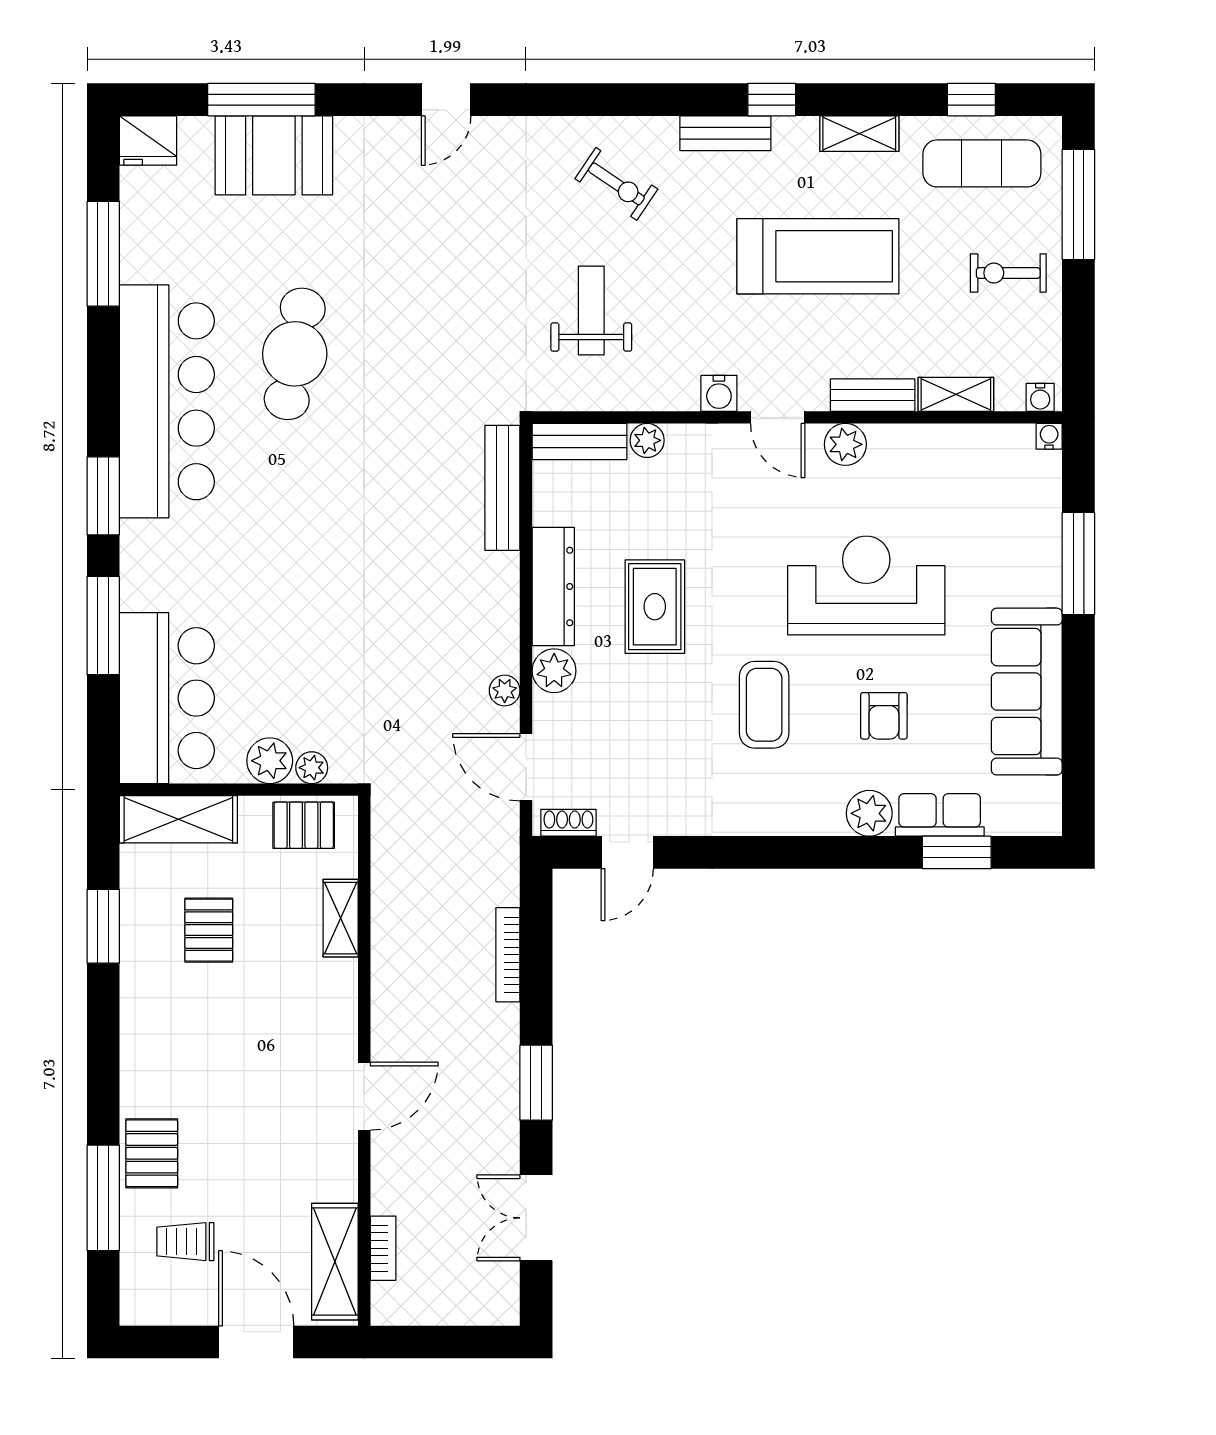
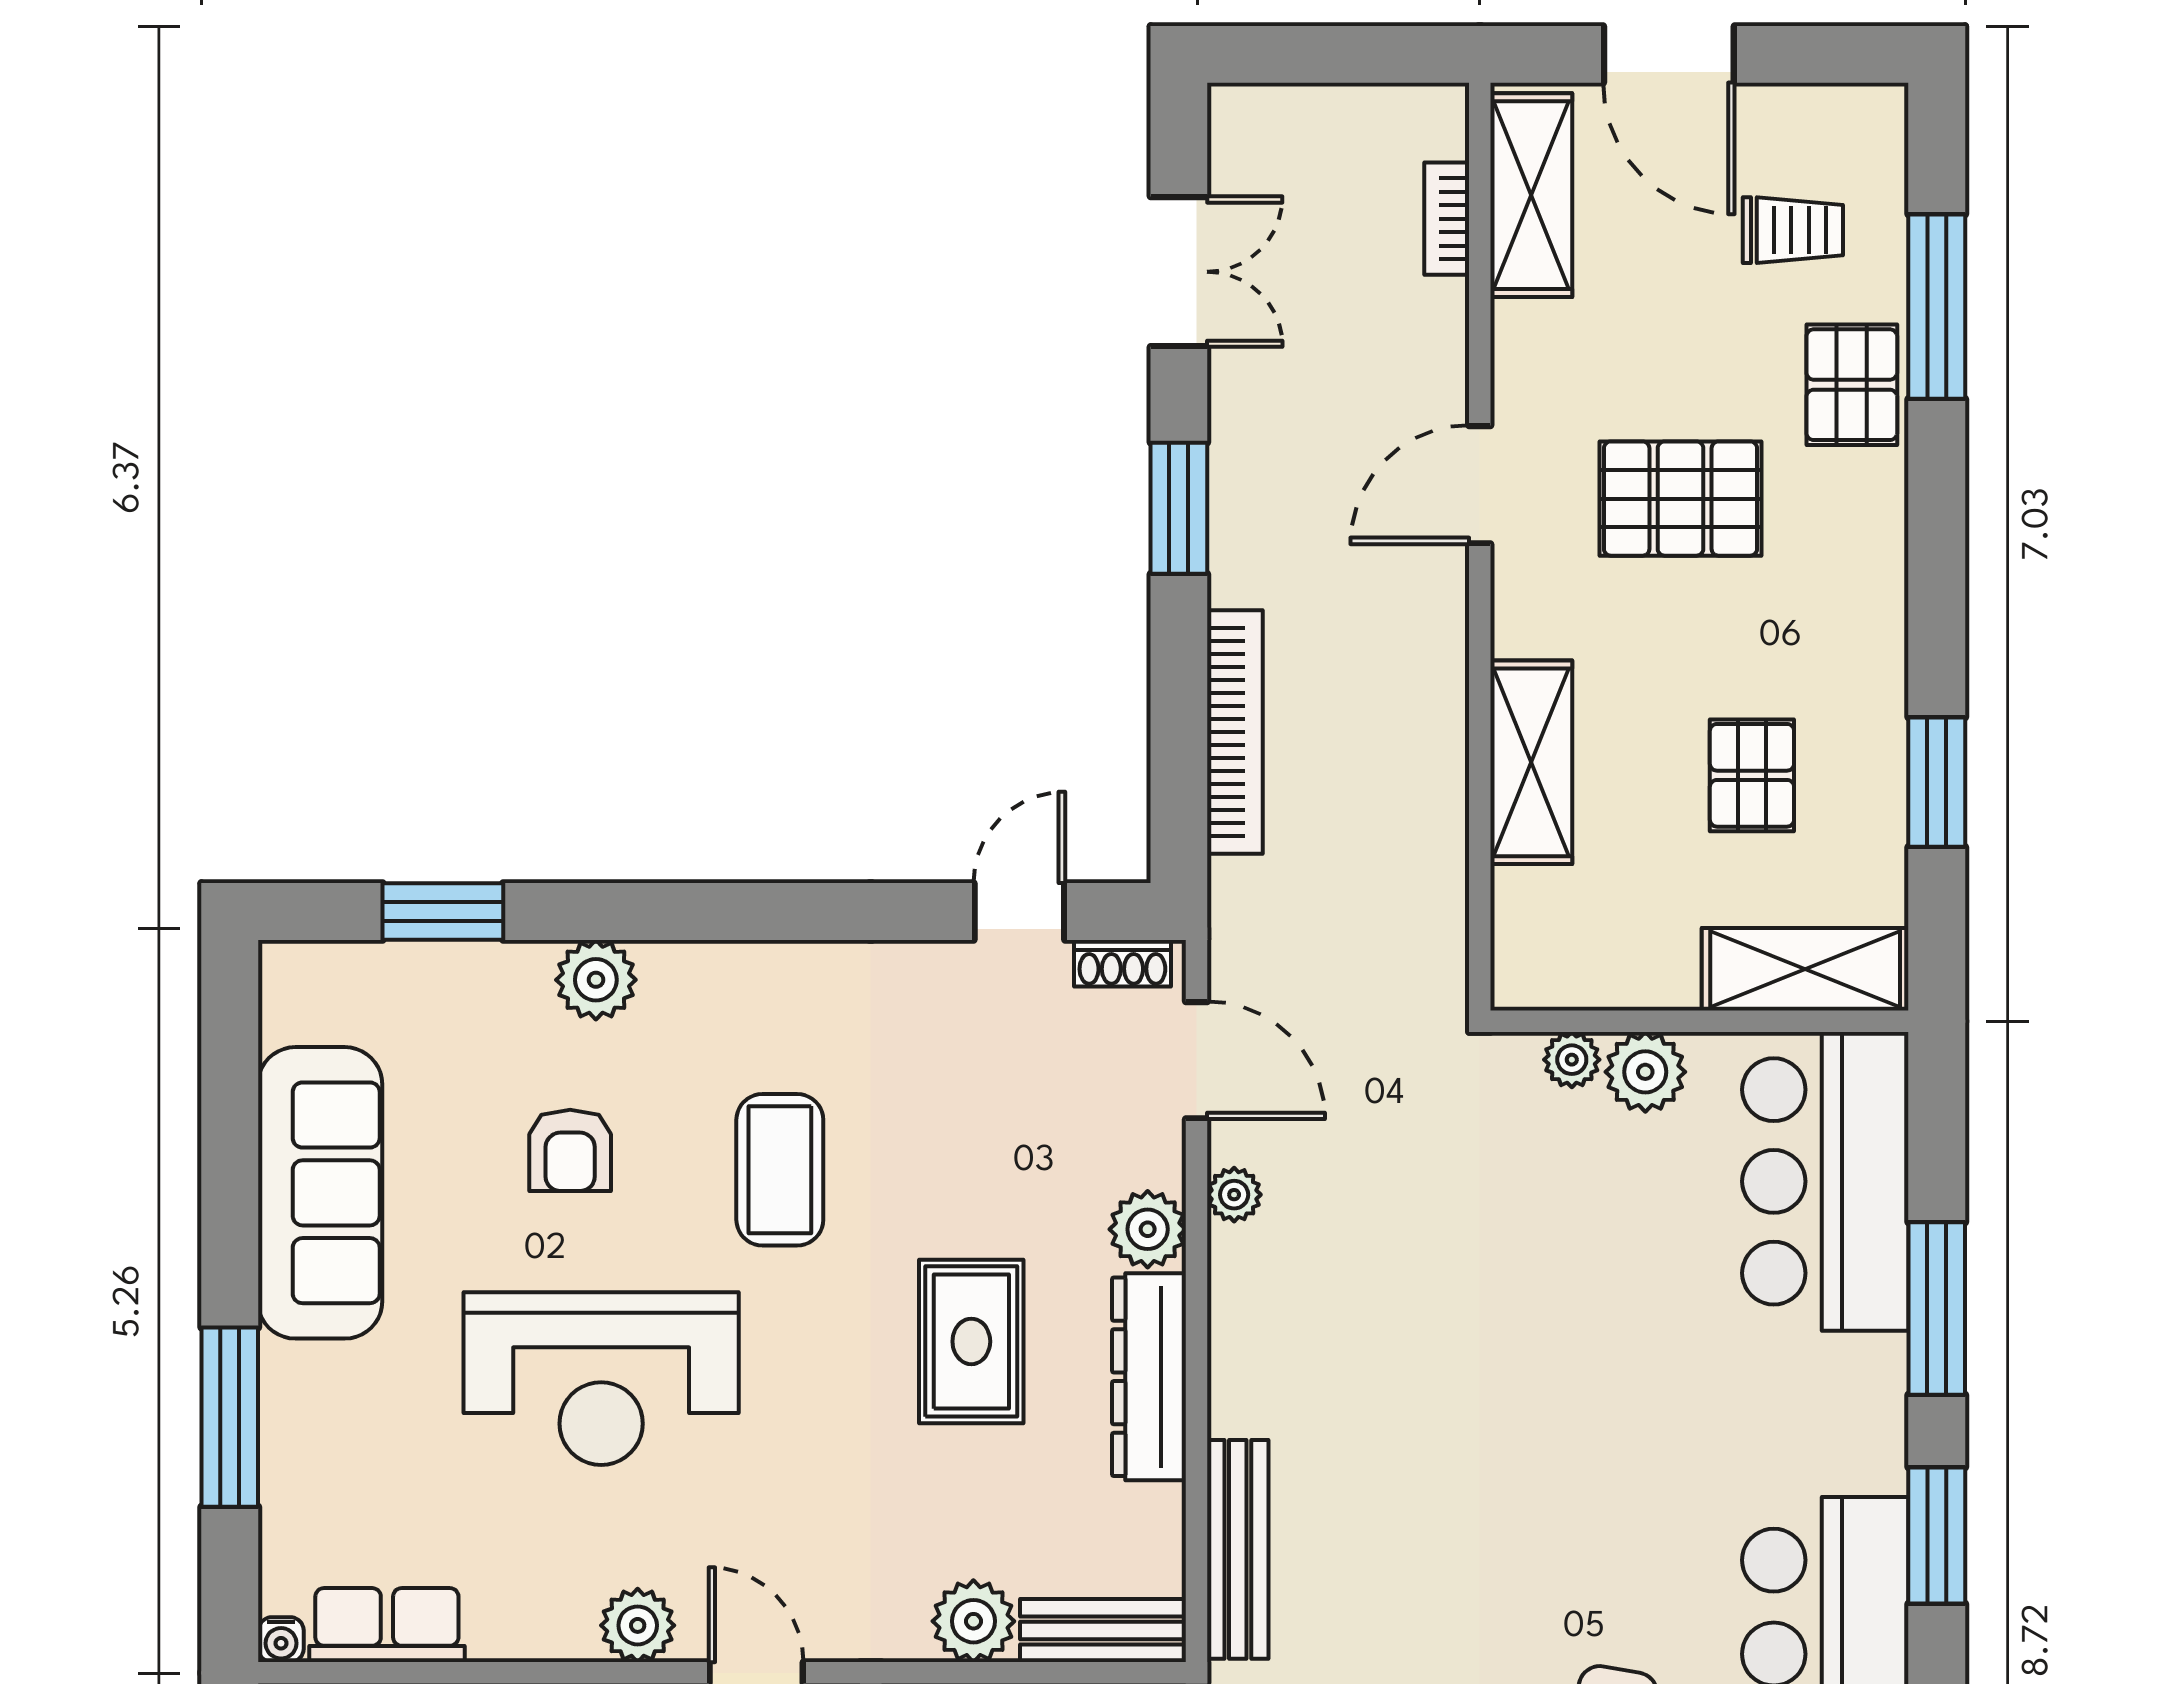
plant: (647, 440) -> (973, 1621), width x1.38, depth x1.38
armchair: (884, 716) -> (570, 1150), turned 180
row of seats: (940, 815) -> (387, 1625), moved, turned 180
pallet: (304, 825) -> (1681, 499), moved, width x1.50, depth x1.42
shelving: (341, 918) -> (1531, 762), width x1.50, depth x1.33
bookcase: (508, 955) -> (1235, 732), width x1.48, depth x1.31

